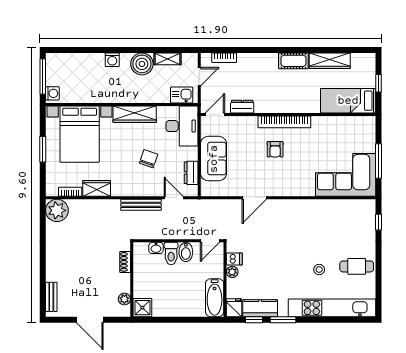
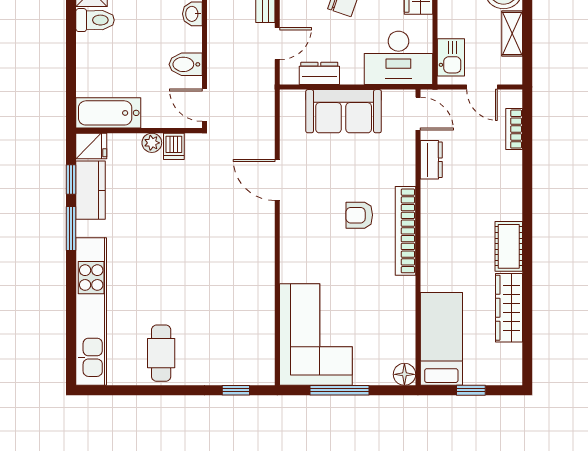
floor lamp: (369, 122) -> (404, 374), added
toilet: (171, 254) -> (95, 20), moved, turned 180
stool: (319, 270) -> (156, 290), removed

